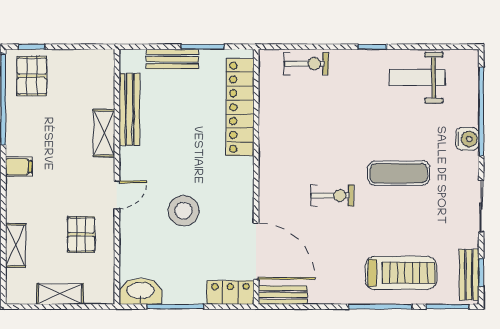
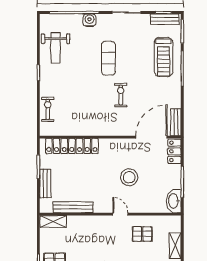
shelving: (104, 133) -> (53, 221), moved
treadmill: (401, 273) -> (163, 57), turned 180

